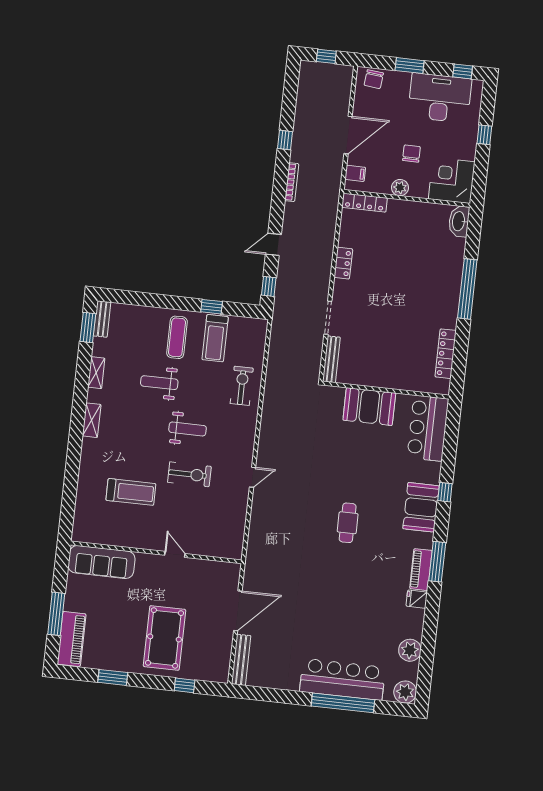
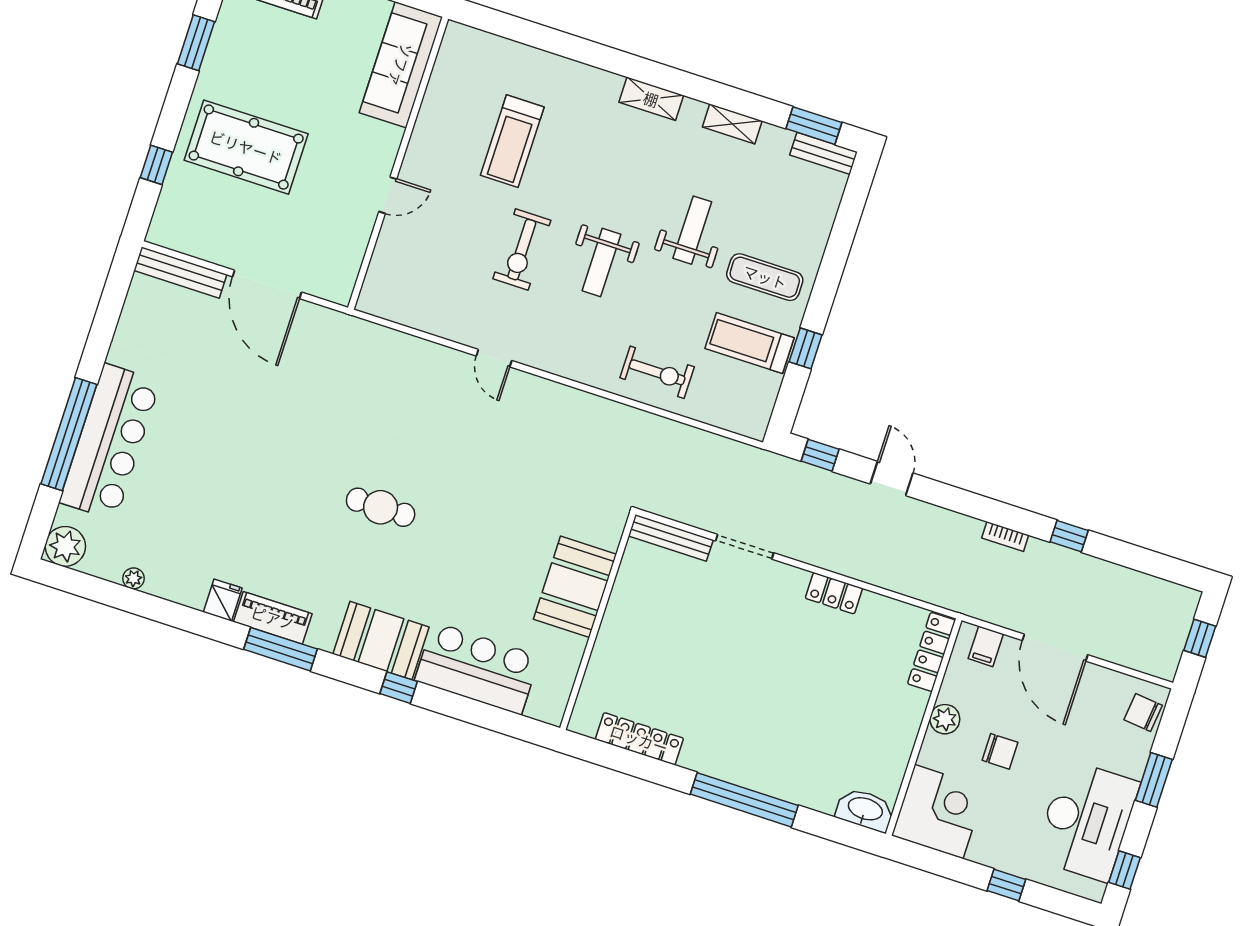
bookcase: (292, 182) -> (1005, 536), width x0.64
bar counter: (428, 428) -> (477, 668), moved
plant: (410, 650) -> (134, 578), width x0.53, depth x0.53

